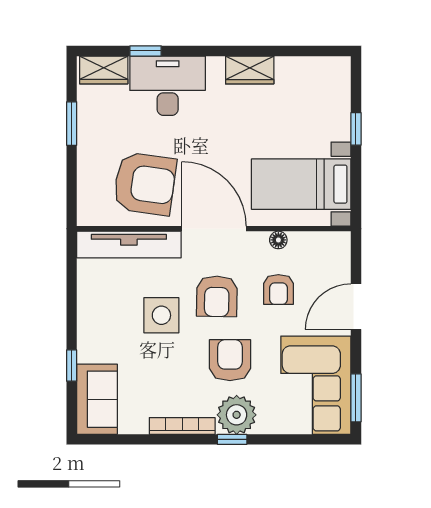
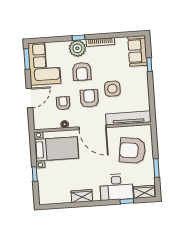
armchair: (145, 184) -> (132, 150), moved

